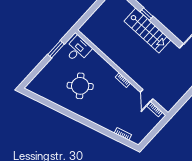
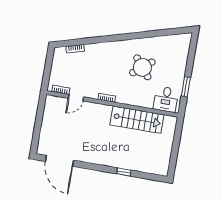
stairs: (147, 30) -> (137, 120), moved, turned 180
door: (147, 96) -> (76, 98), swing flipped

